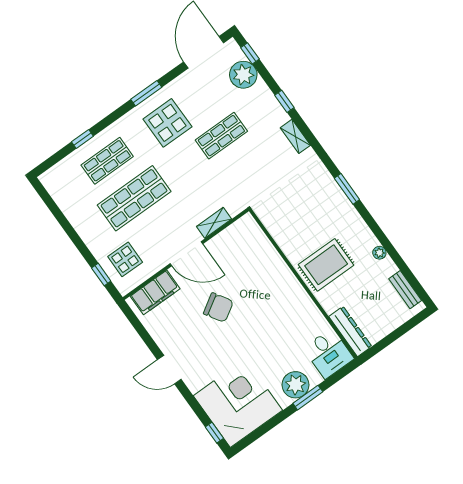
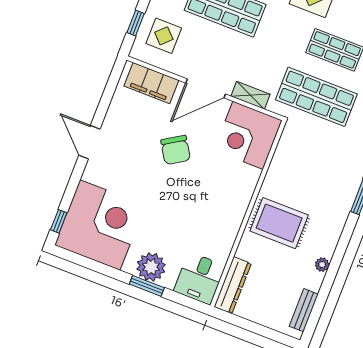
shop shelf: (248, 173) -> (316, 97), added
corner desk: (243, 245) -> (248, 135), added
door: (186, 254) -> (206, 88), hinge flipped

